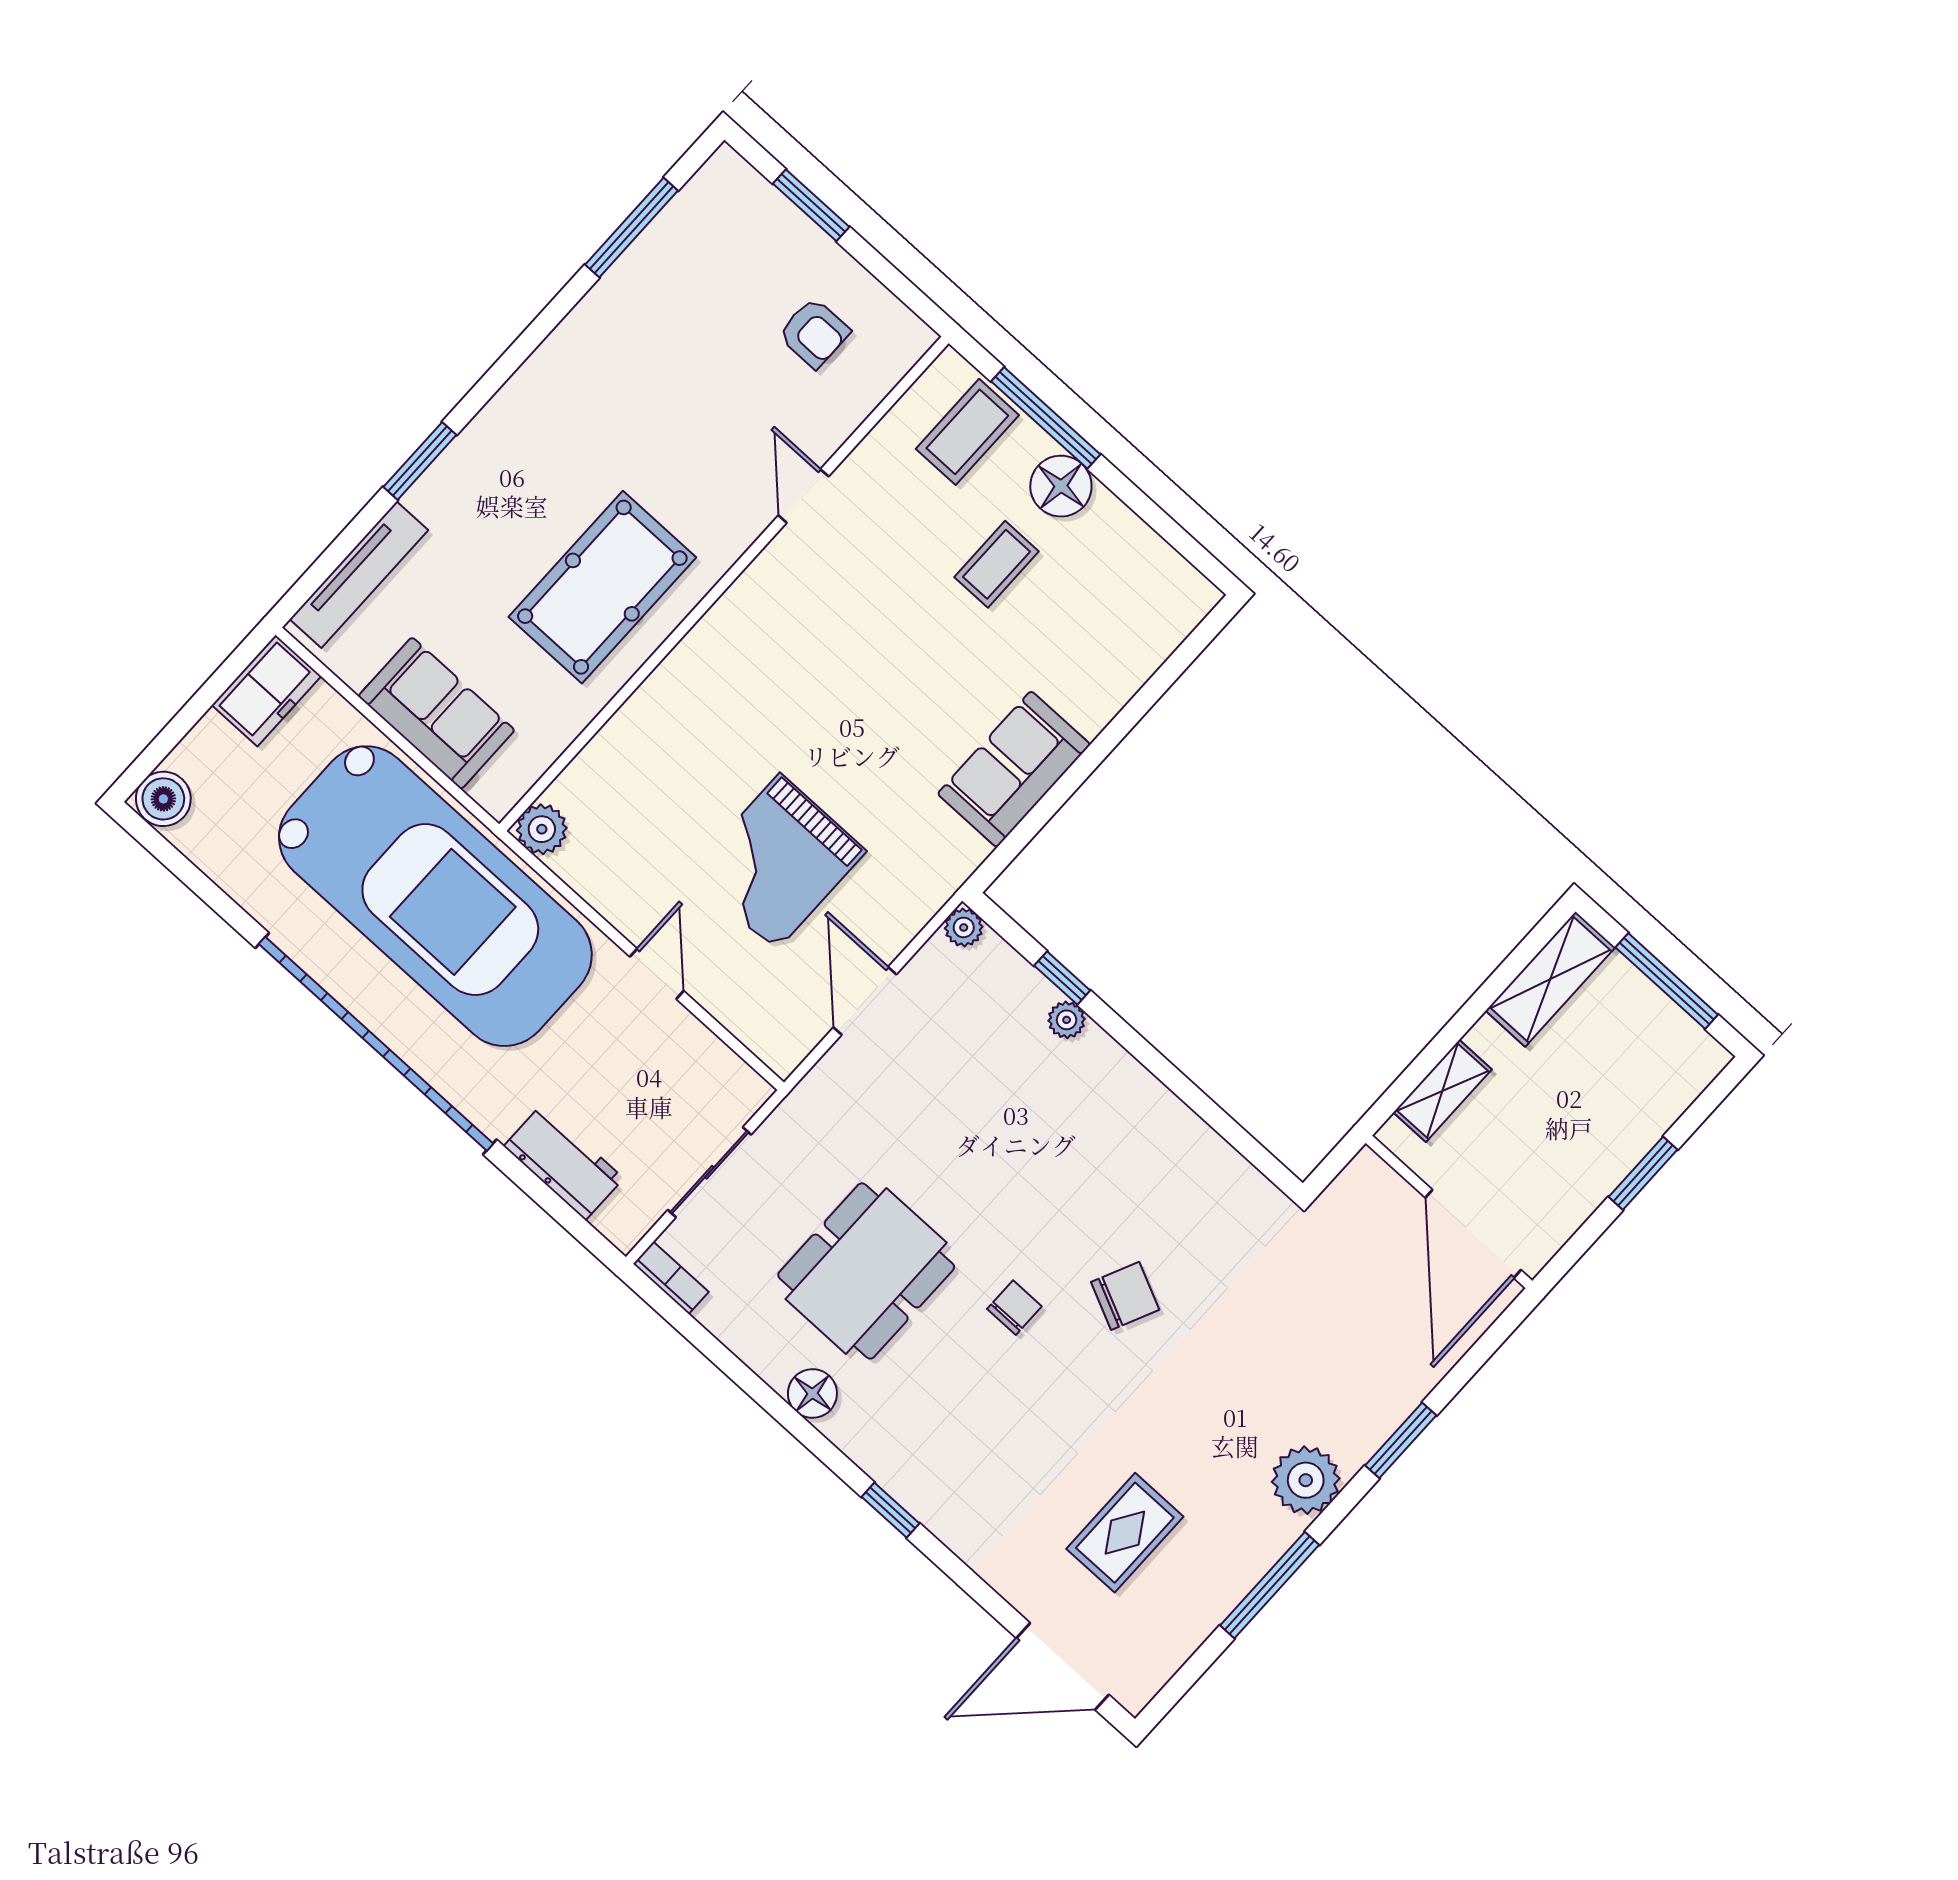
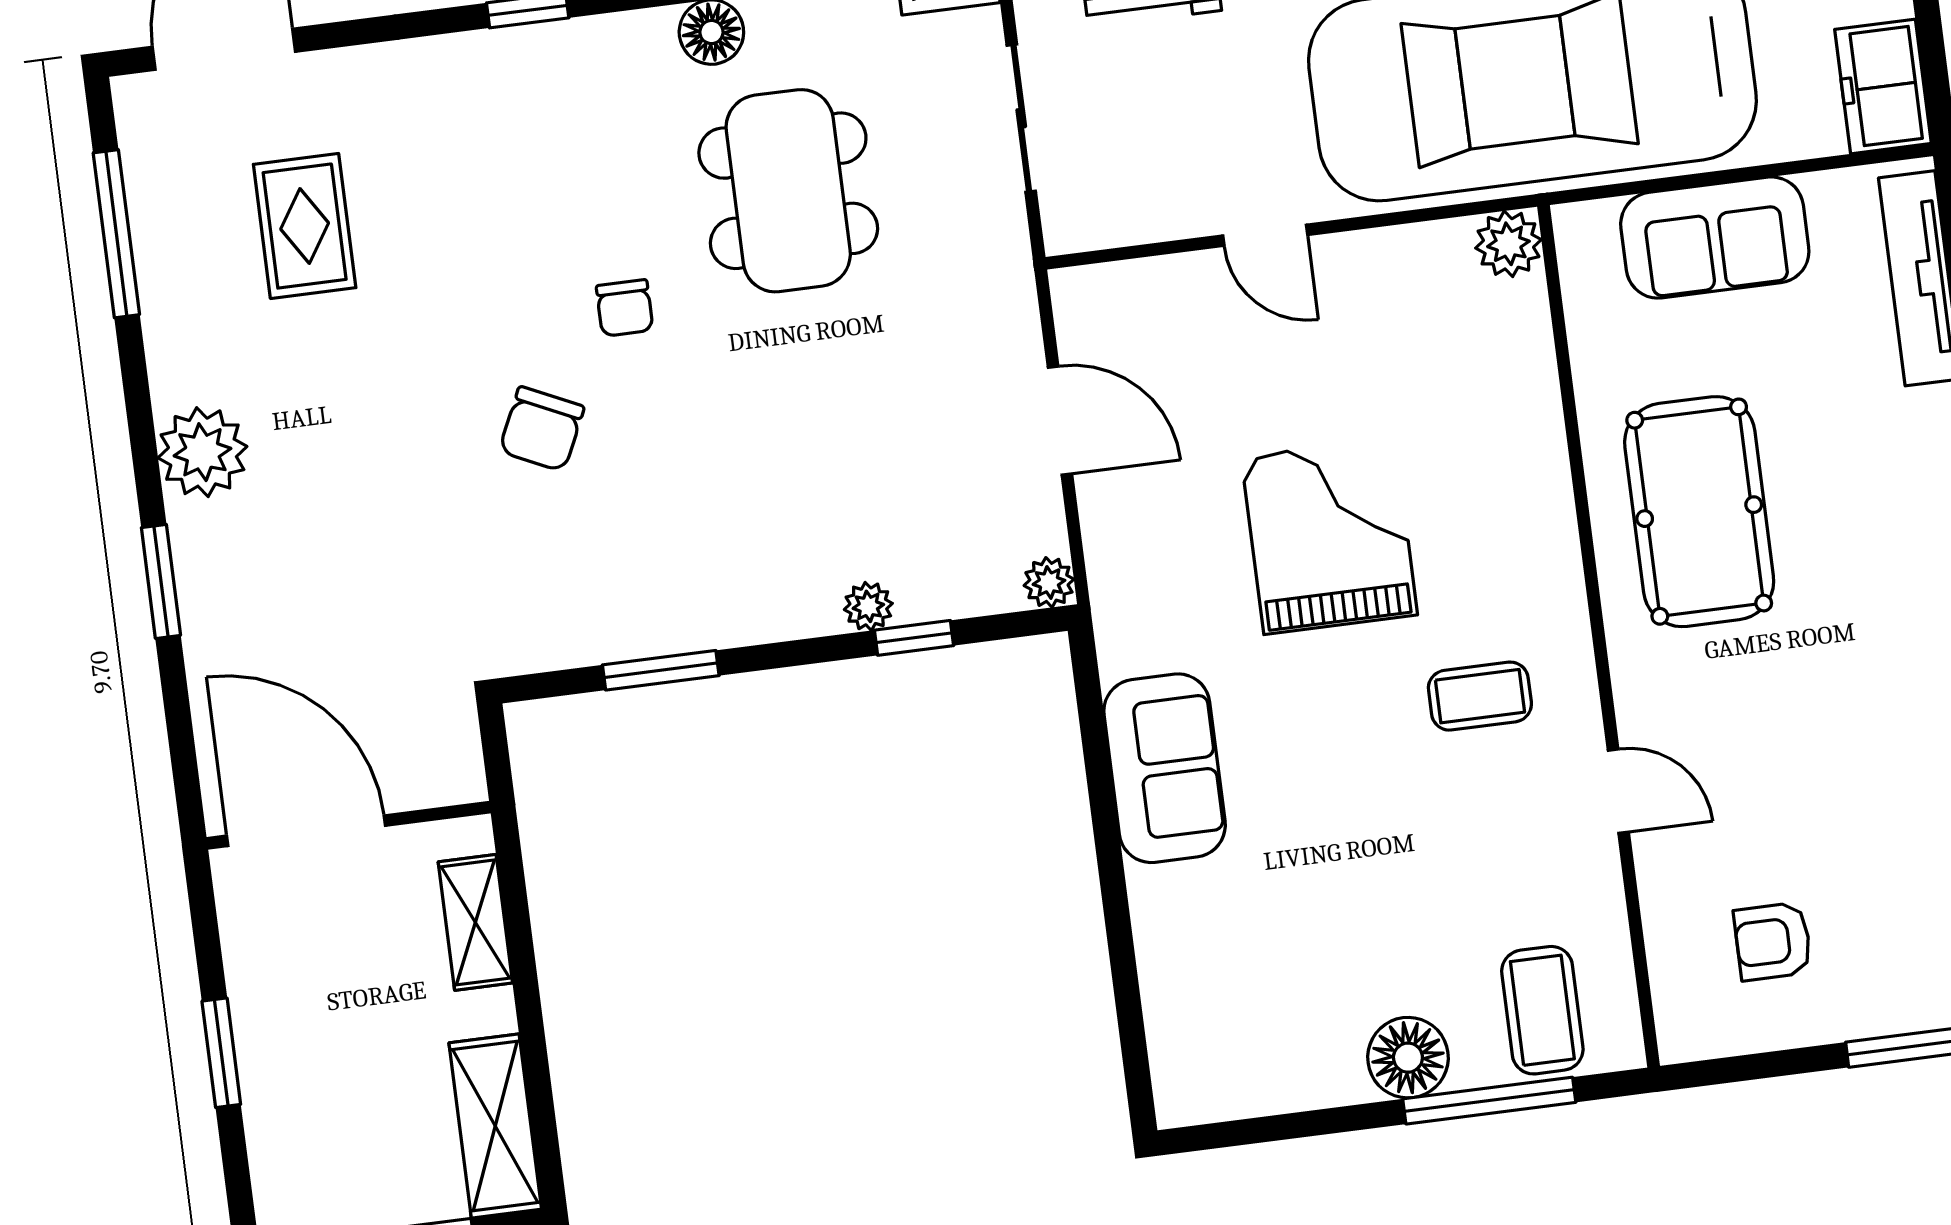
coffee table: (996, 564) -> (1480, 696), moved, turned 90
grand piano: (778, 862) -> (1329, 536), moved
window: (1206, 1108) -> (661, 670), added
window: (1270, 1585) -> (116, 234), moved

